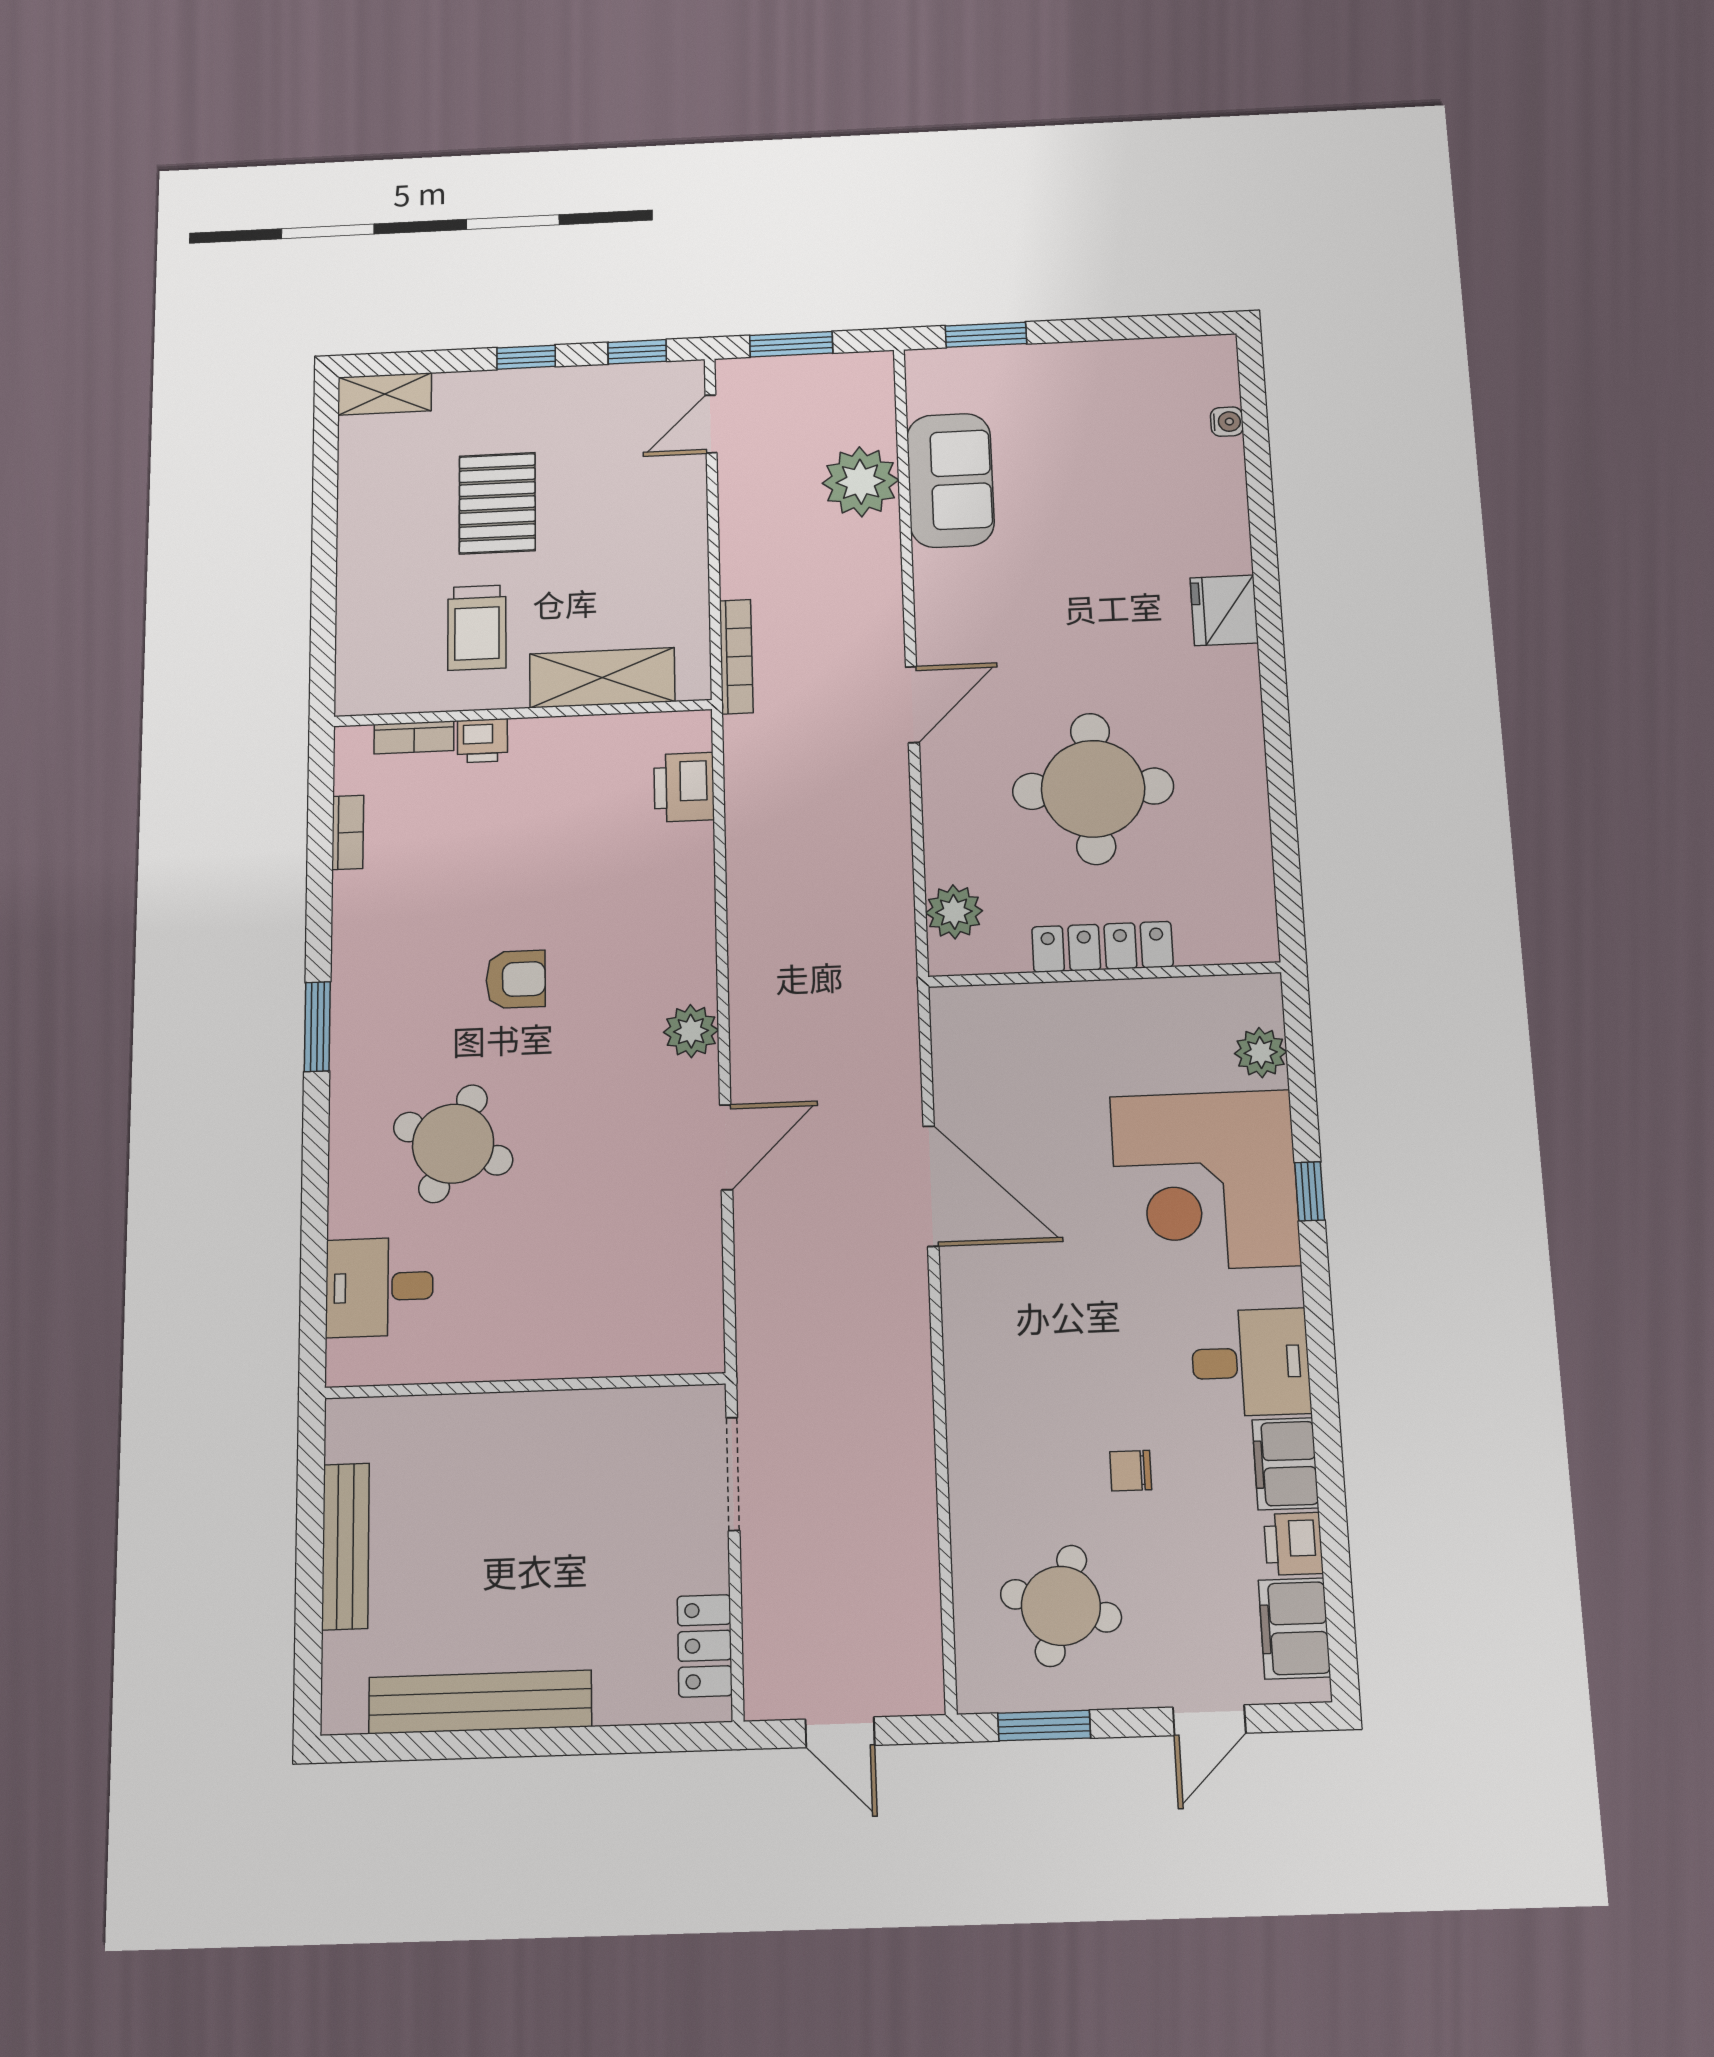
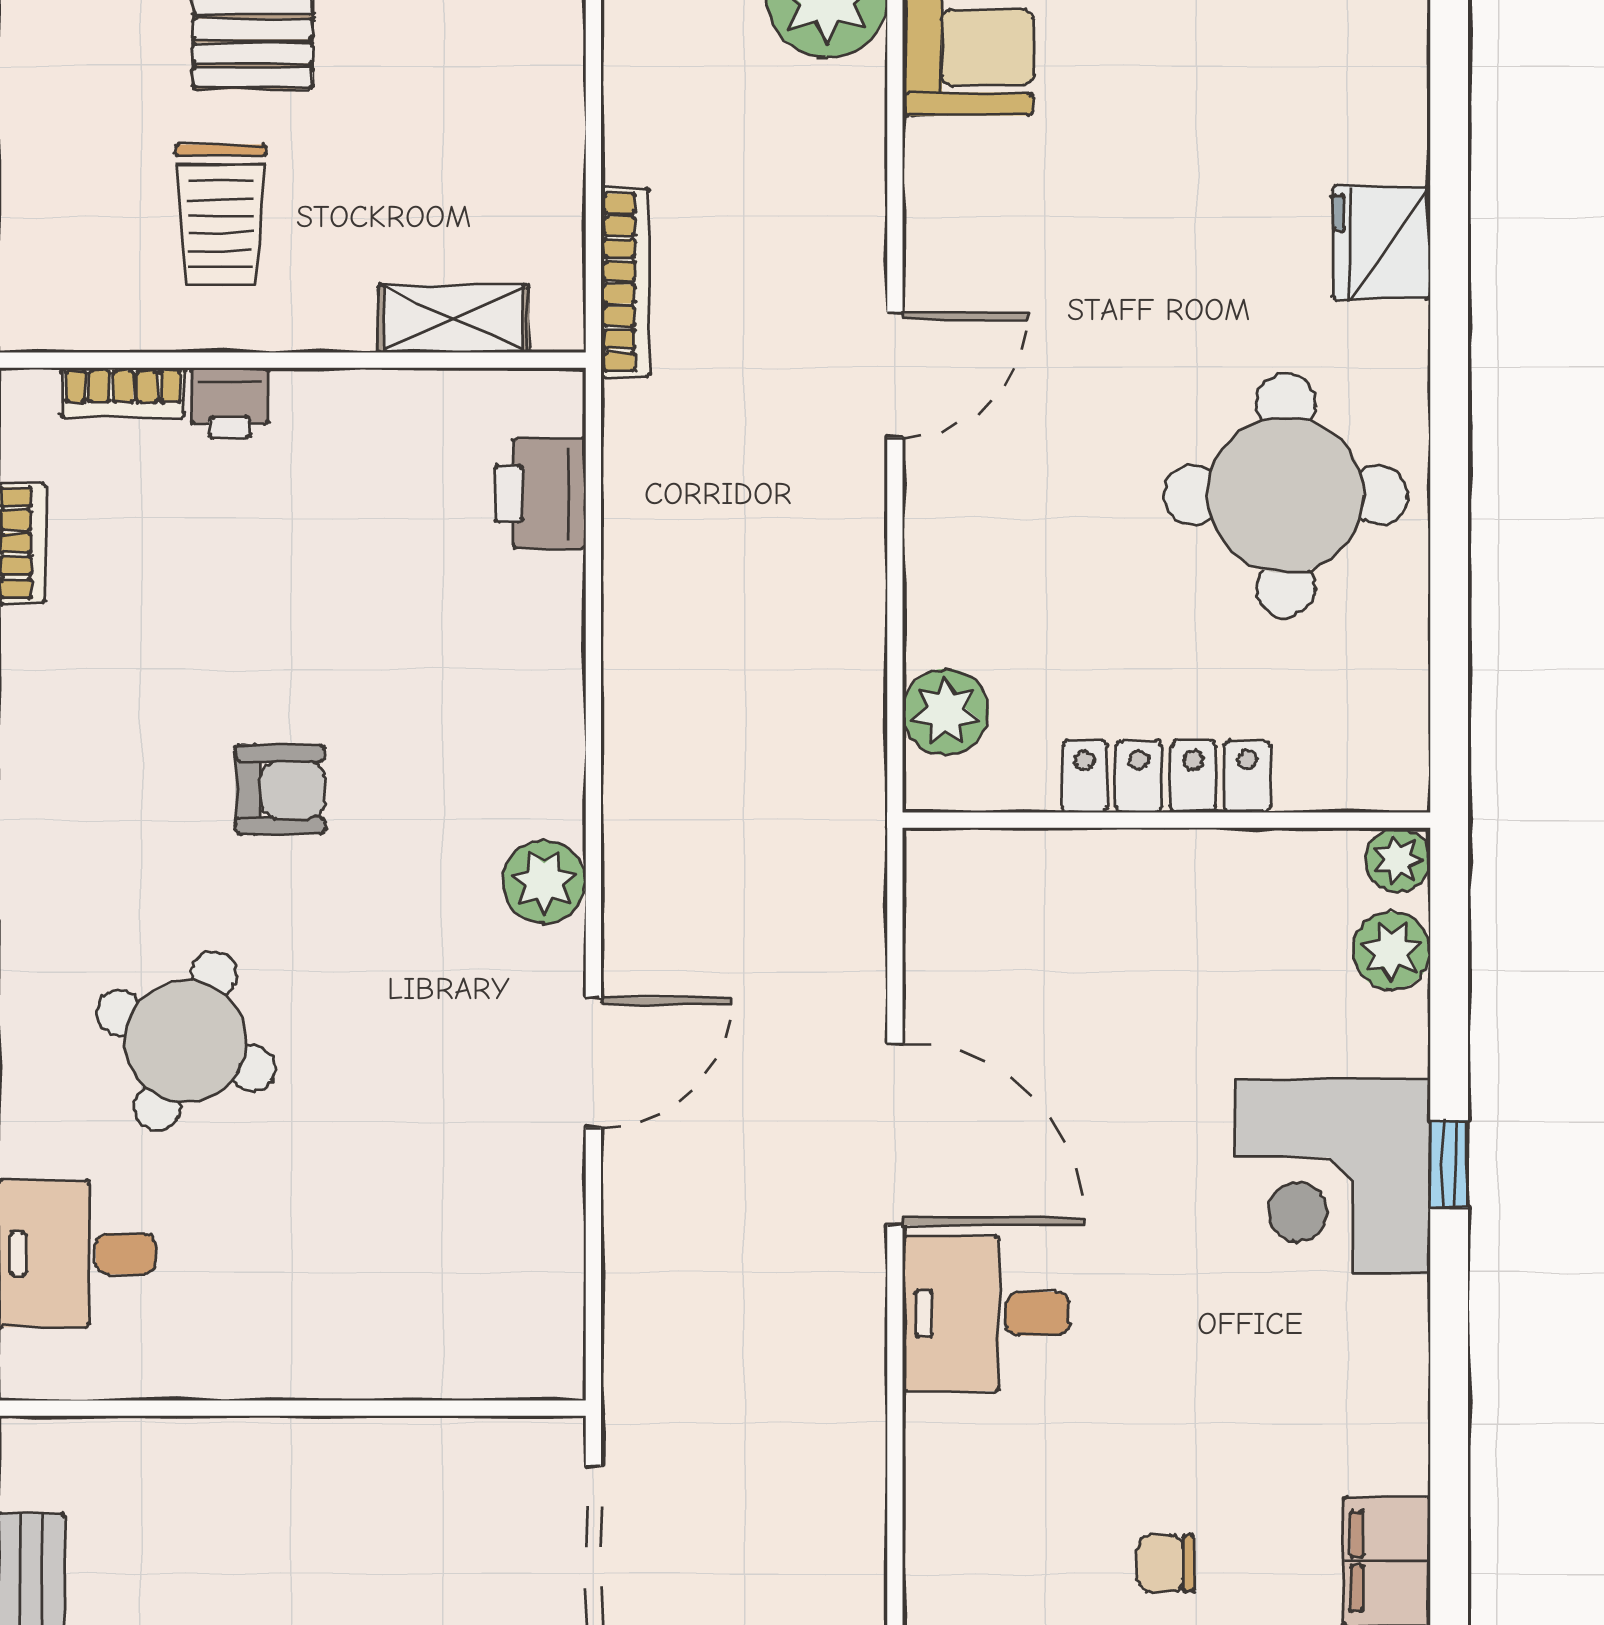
shelving: (602, 678) -> (454, 319), width x0.67, depth x0.75
round table: (1093, 789) -> (1286, 495), moved
plant: (1261, 994) -> (1398, 860), added
corner desk: (1205, 1181) -> (1333, 1177), width x0.74, depth x0.74
desk: (1251, 1362) -> (986, 1314), moved, turned 180

